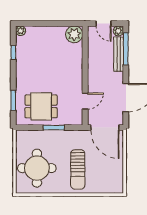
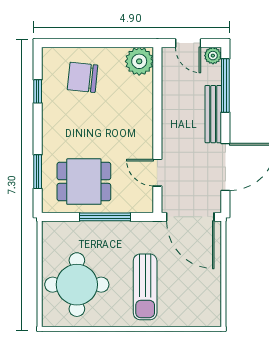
plant: (21, 31) -> (50, 55), removed
chair: (40, 44) -> (83, 77), added
bench: (119, 54) -> (213, 114), moved
door: (85, 101) -> (157, 173), swing flipped
window: (54, 128) -> (105, 217), width x1.44

